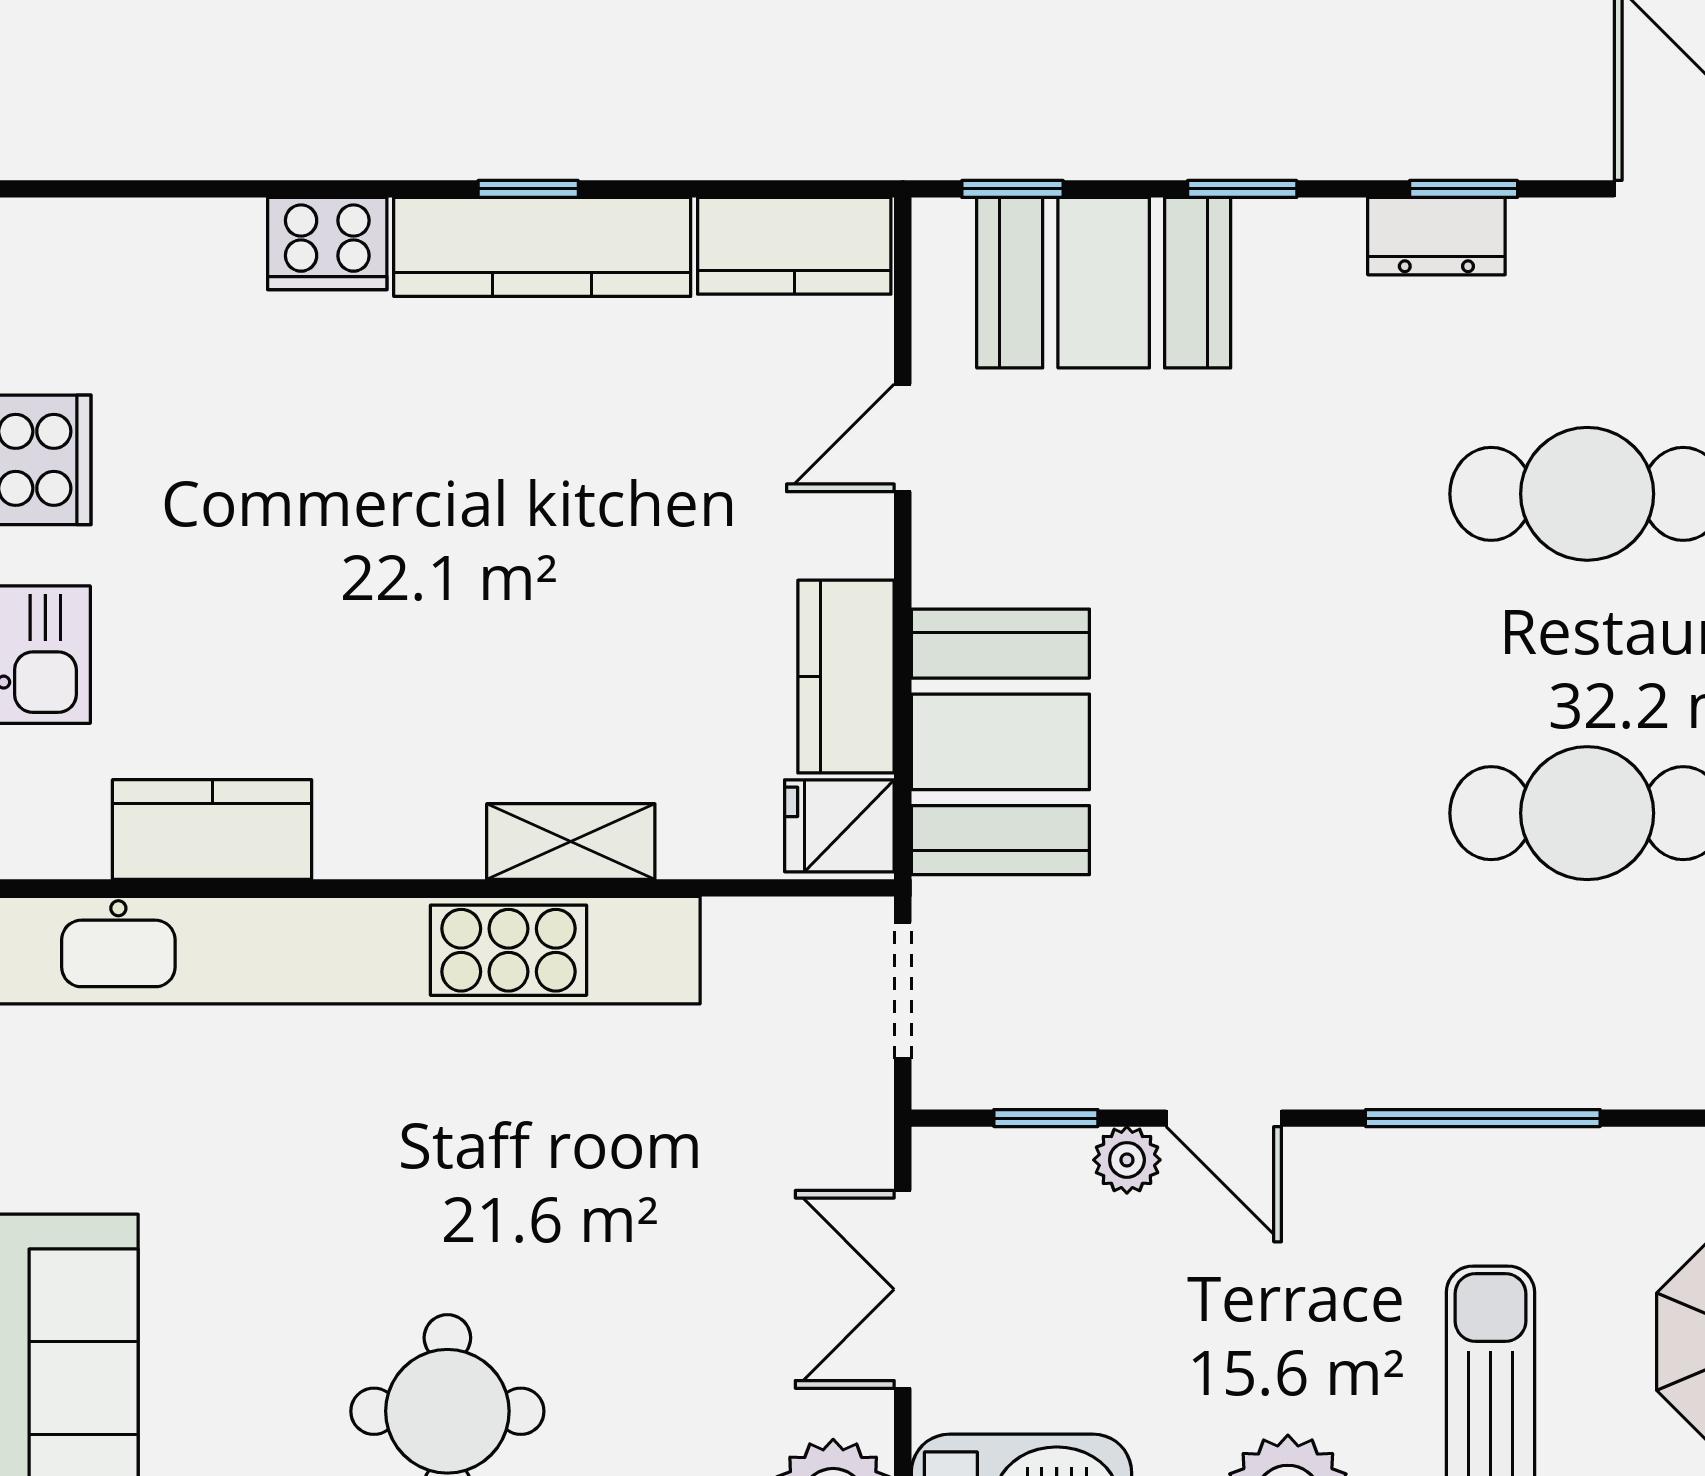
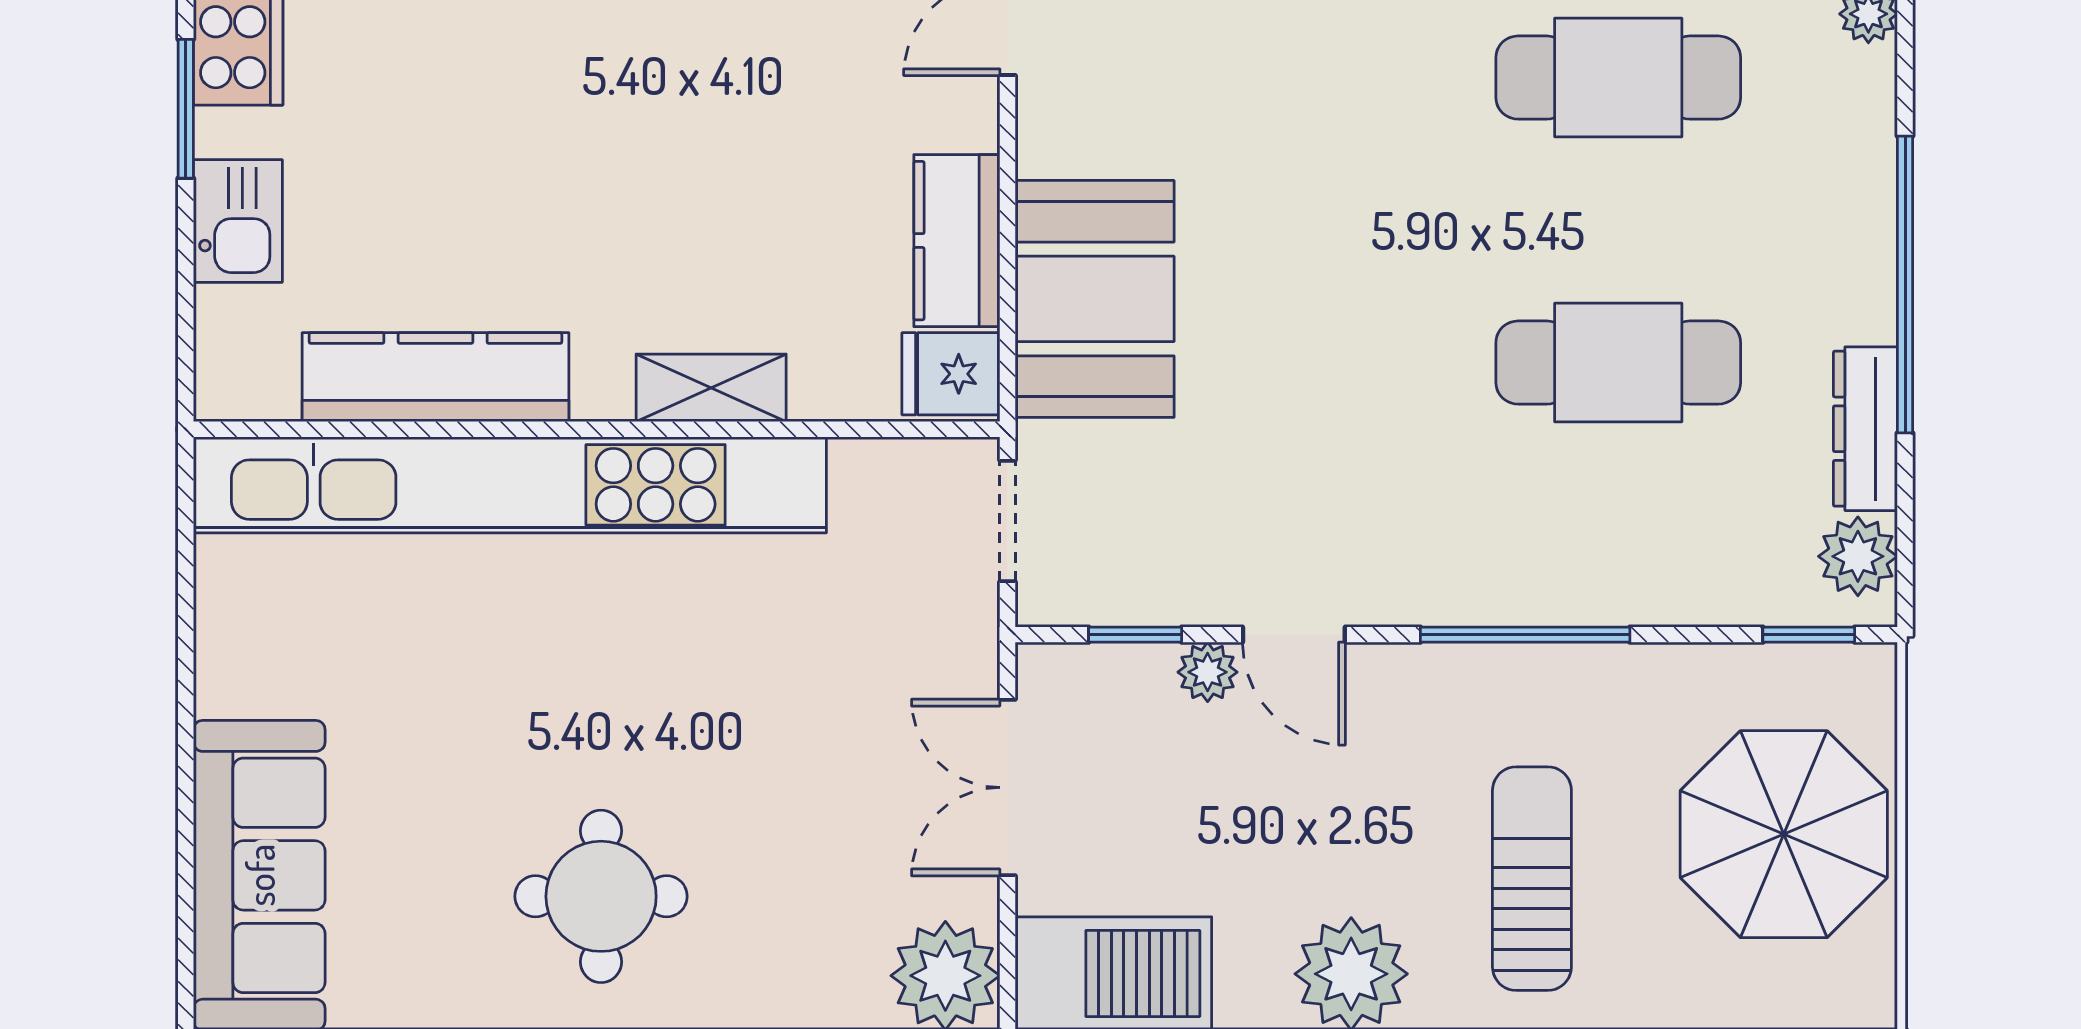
kitchen counter: (212, 830) -> (435, 377), width x1.50

